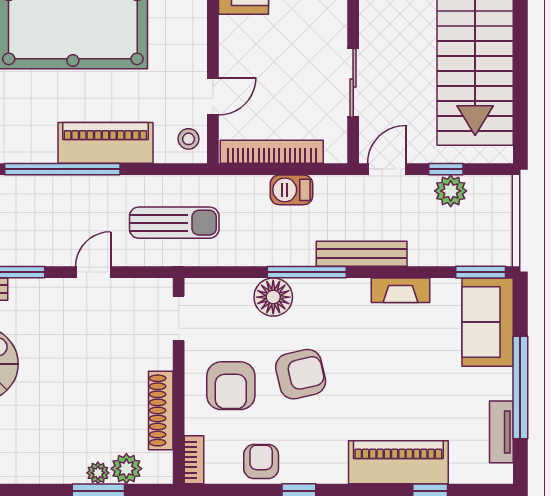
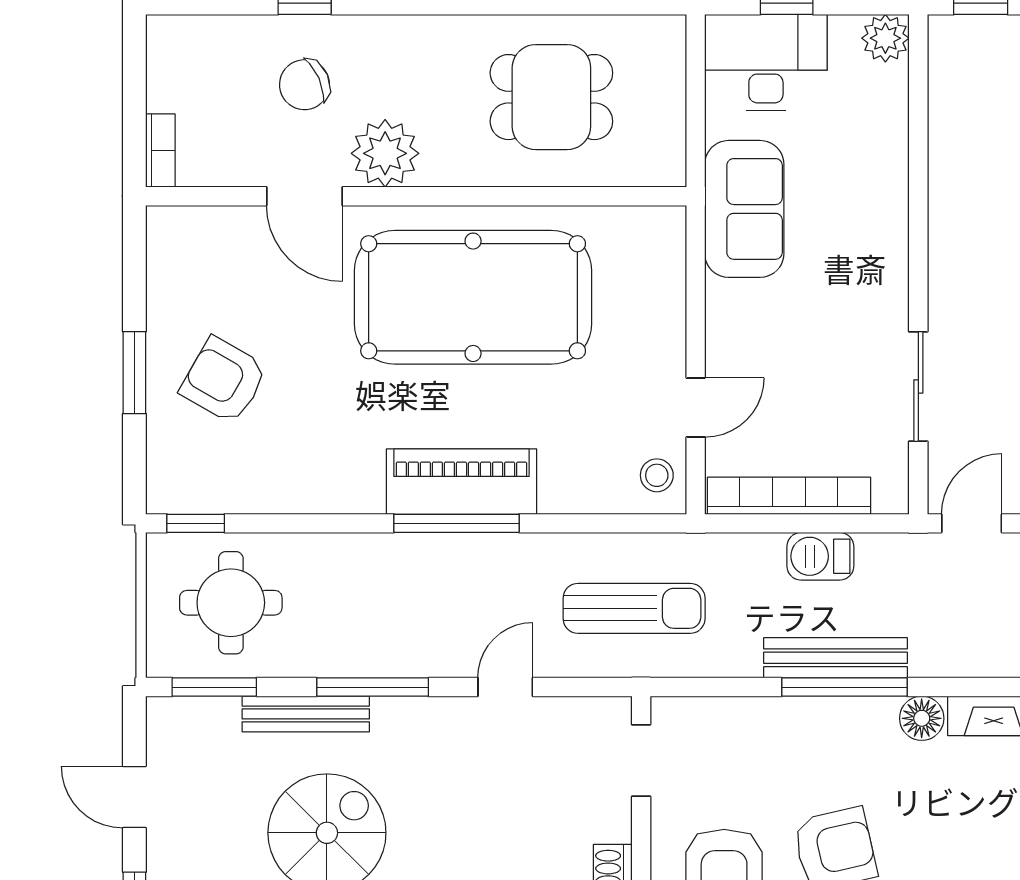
piano: (105, 143) -> (461, 482), moved
window: (62, 169) -> (456, 523), width x0.68
bench: (362, 254) -> (836, 658), moved
floor lamp: (273, 297) -> (922, 718), moved, width x0.73, depth x0.73

